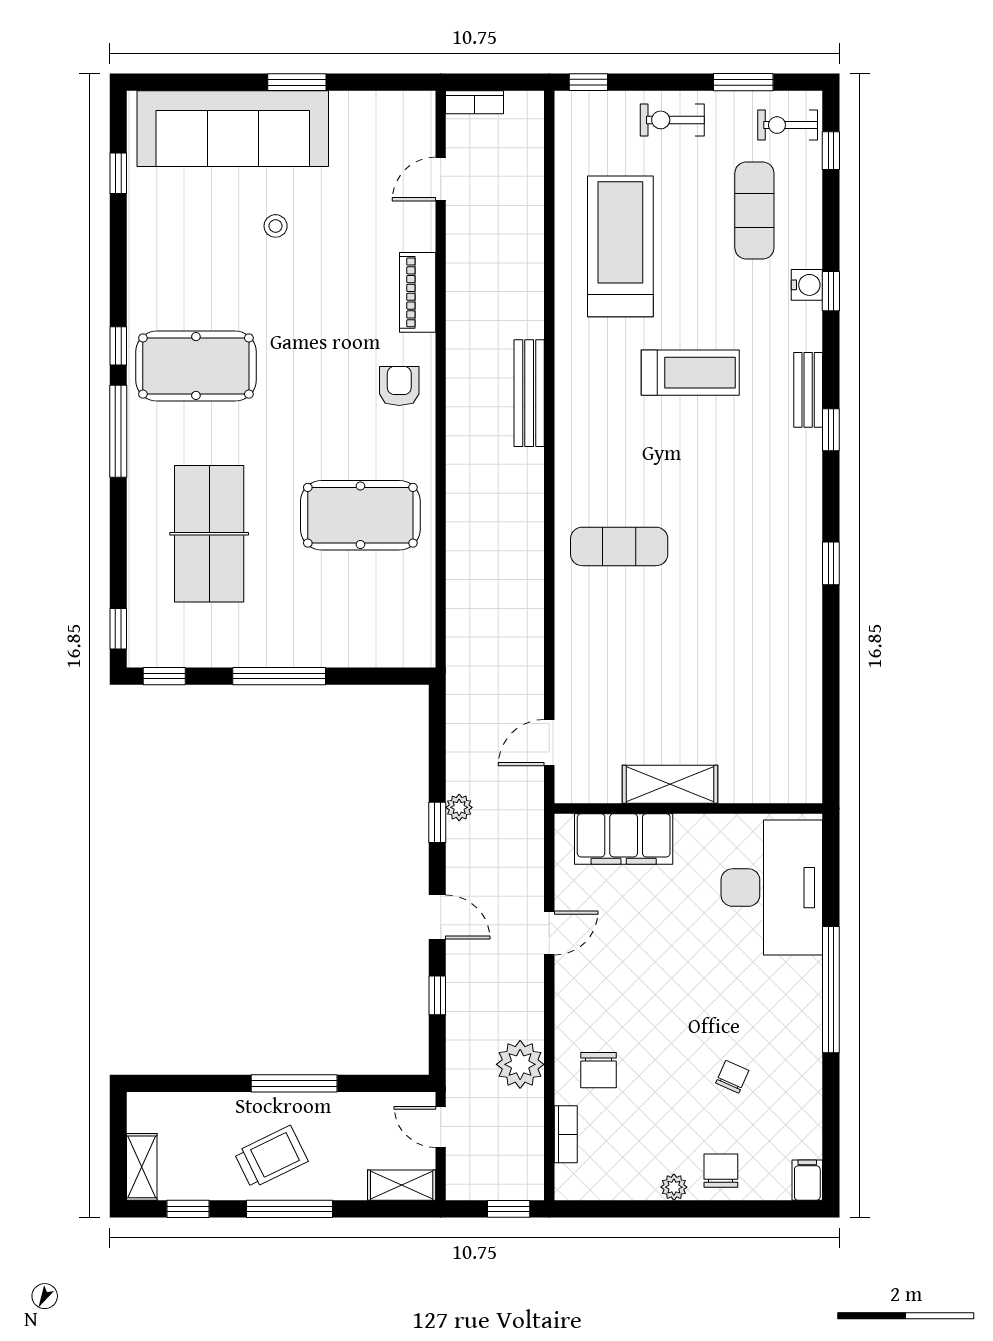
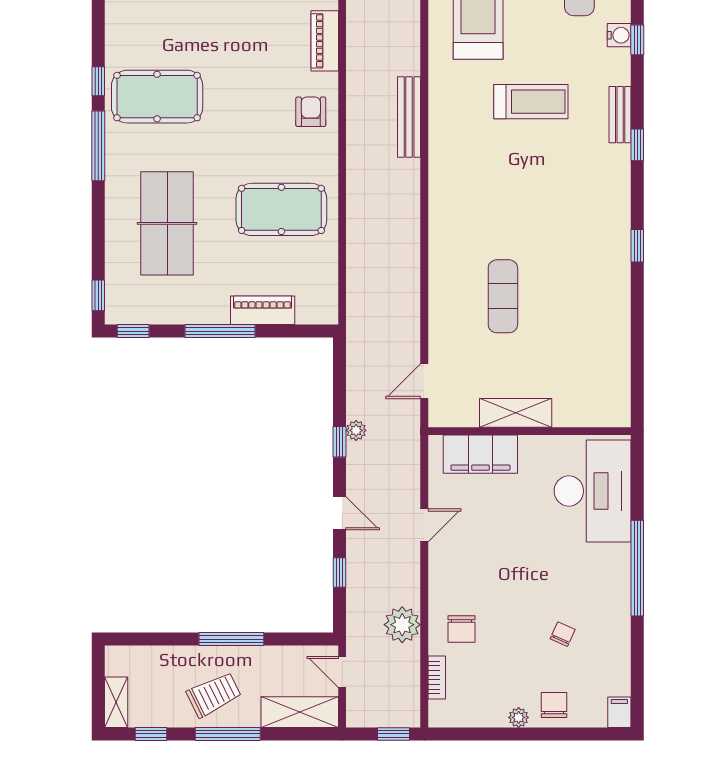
exercise mat: (619, 546) -> (503, 296), moved, turned 90
piano: (335, 649) -> (263, 310), added
shelving: (402, 1185) -> (300, 712), width x1.50, depth x1.33

